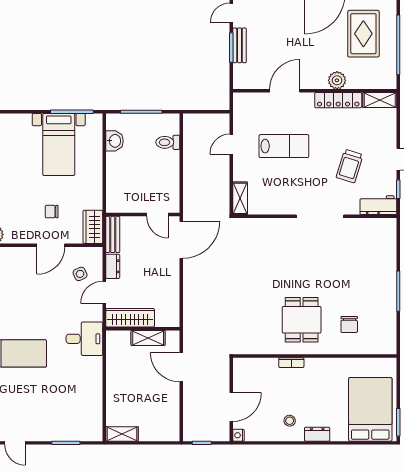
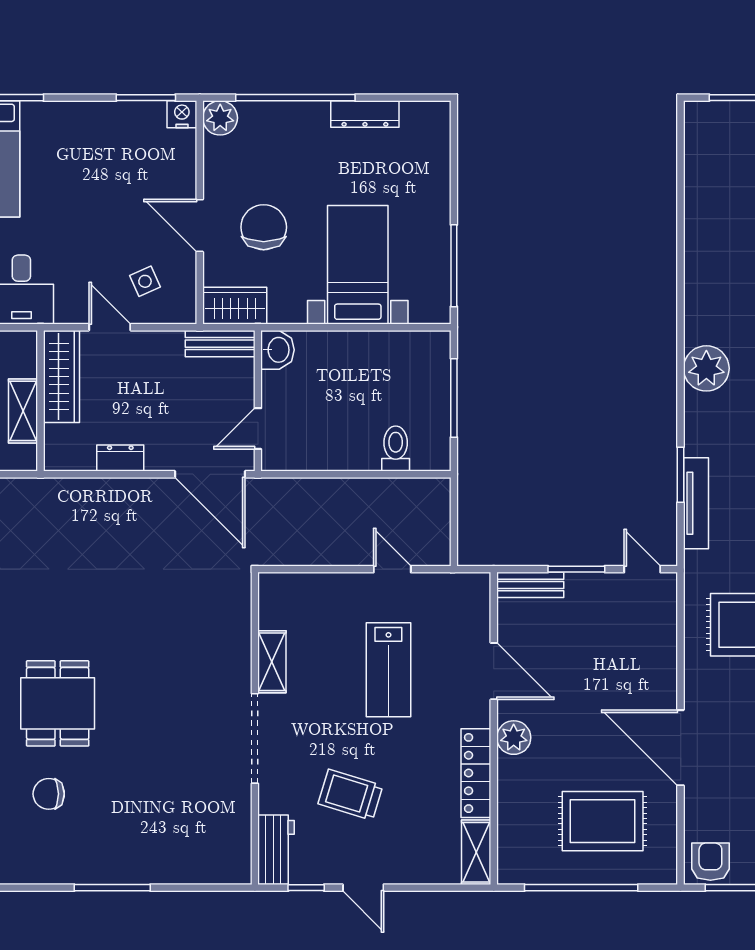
bench: (239, 45) -> (530, 585), moved
plant: (337, 80) -> (514, 738), moved
washbasin: (114, 141) -> (278, 350), moved, turned -90
bed with nightstands: (59, 145) -> (358, 265), moved, turned 90
shelving: (240, 198) -> (272, 662), moved, turned 90
chair: (52, 212) -> (264, 227), width x1.87, depth x1.87
dresser: (113, 266) -> (120, 458), moved, turned 180
dining table: (302, 320) -> (58, 703), turned 90

